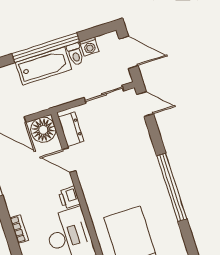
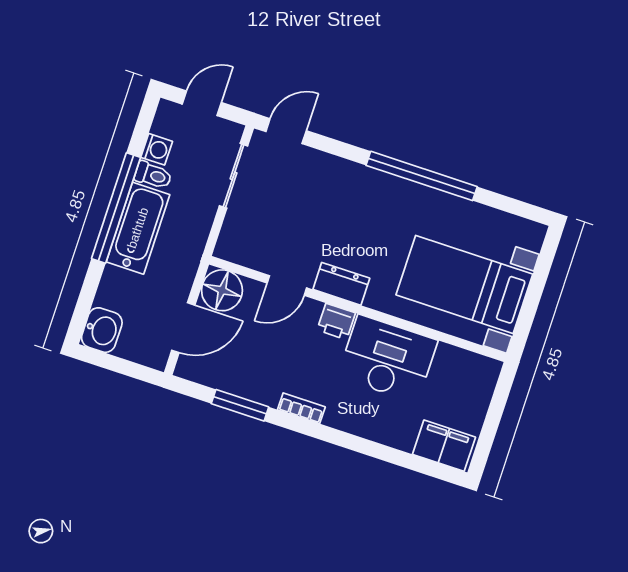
door: (128, 52) -> (202, 103), width x0.73
dresser: (71, 129) -> (341, 284), moved
bookcase: (19, 229) -> (301, 408), moved

